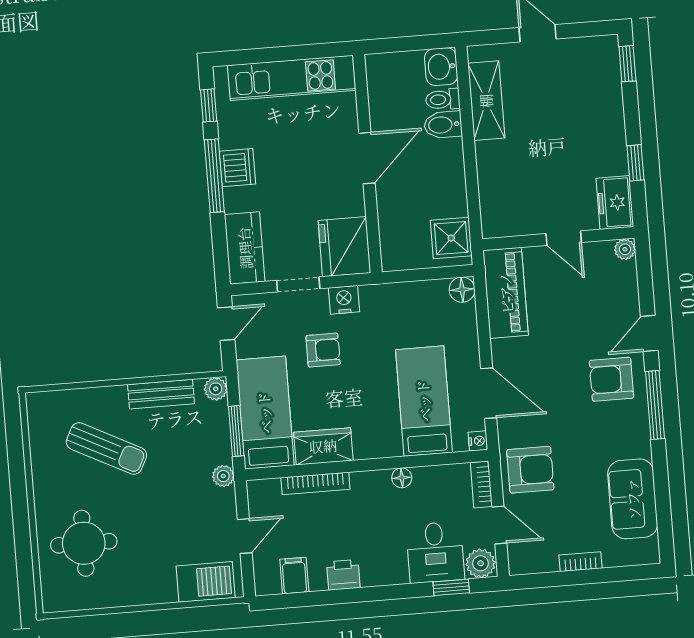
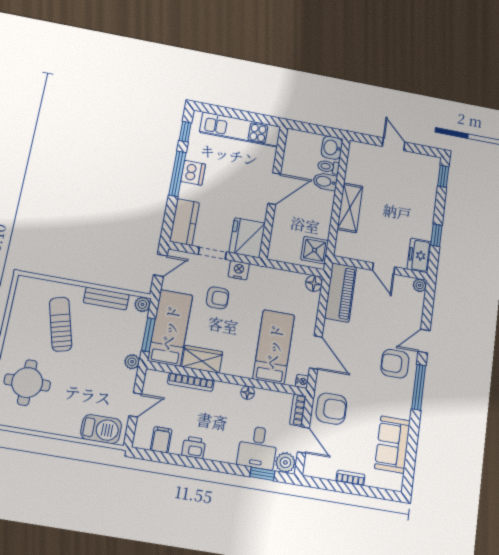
shelving: (486, 101) -> (350, 208), moved
sun lounger: (106, 449) -> (61, 324), turned -132

